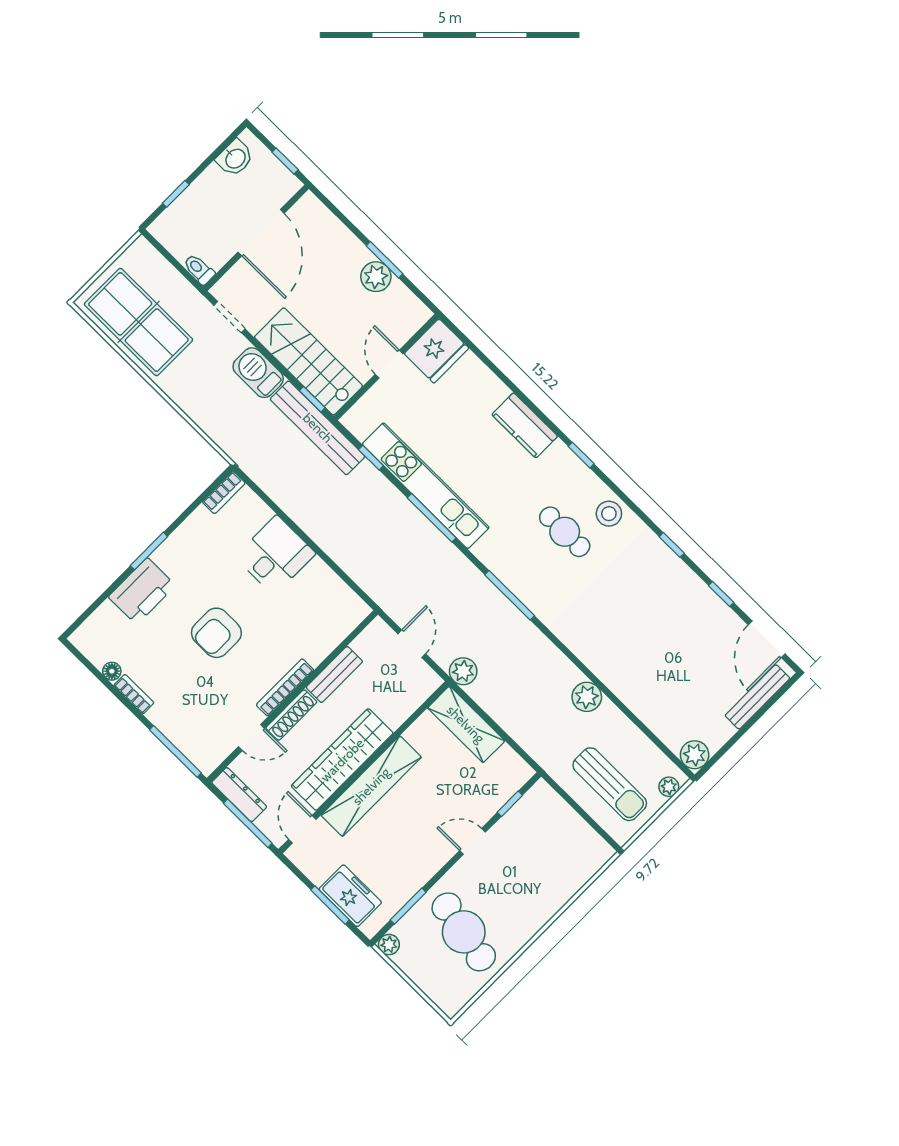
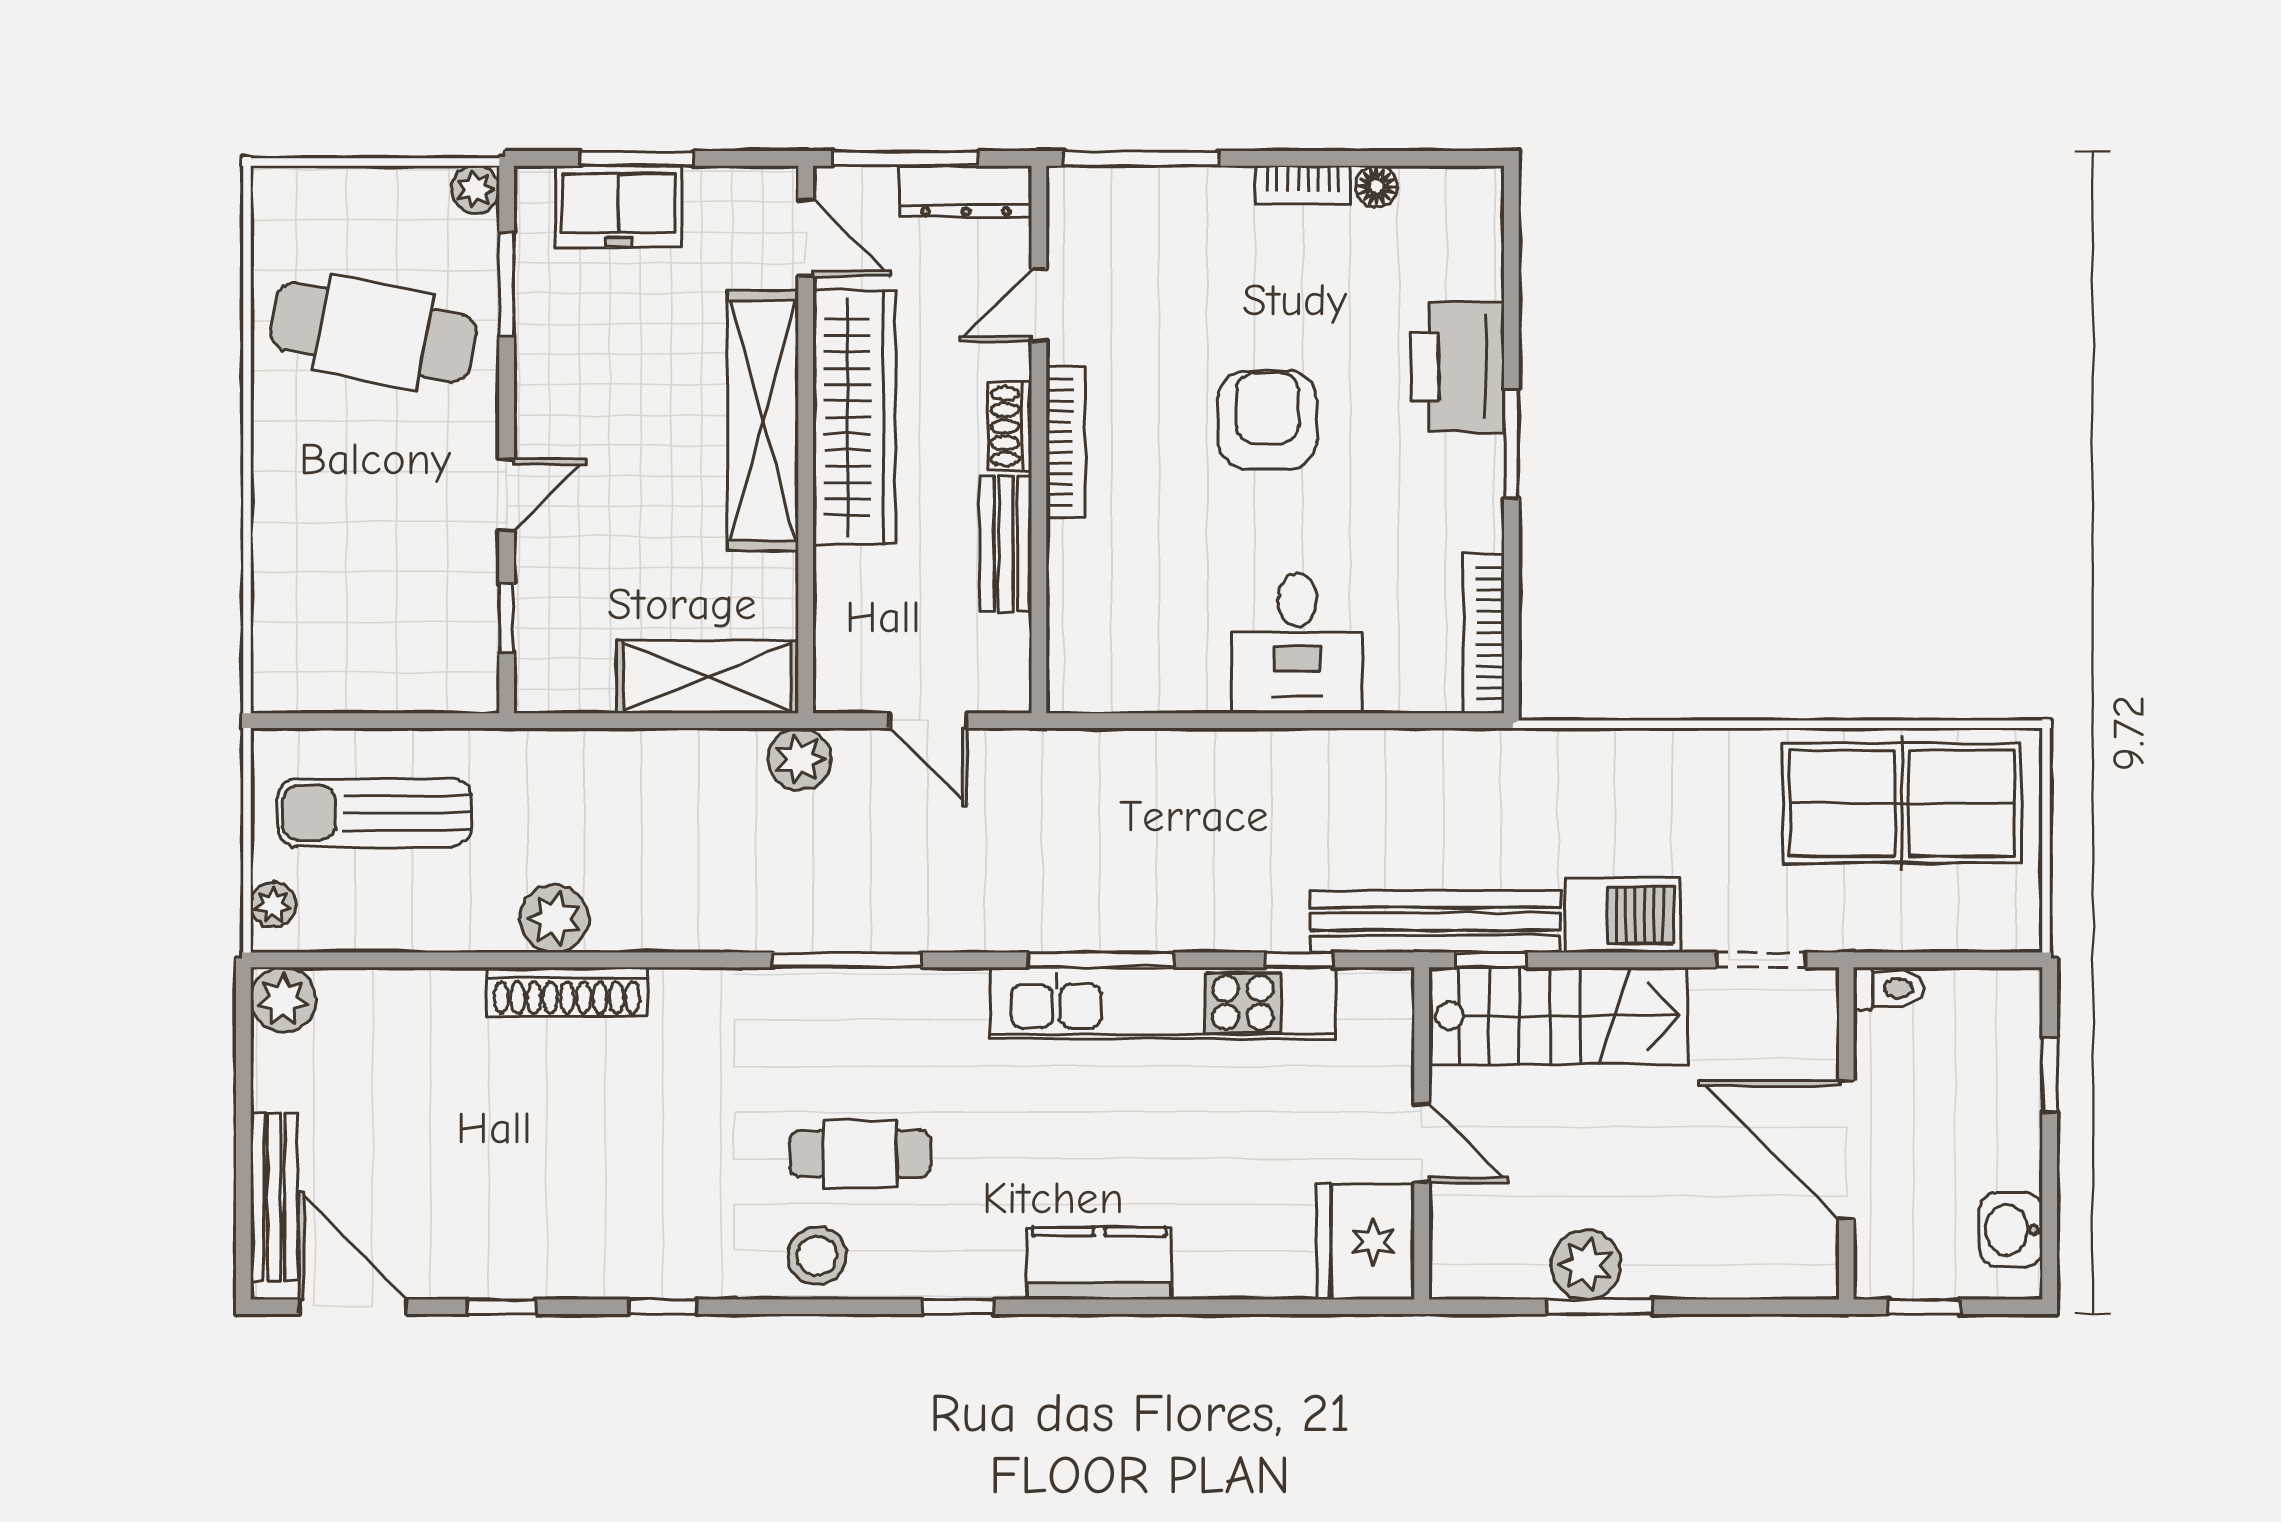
bookcase: (224, 493) -> (1484, 634), width x1.56
shoe rack: (605, 671) -> (567, 992), added
shoe rack: (291, 715) -> (1010, 426), width x0.70

